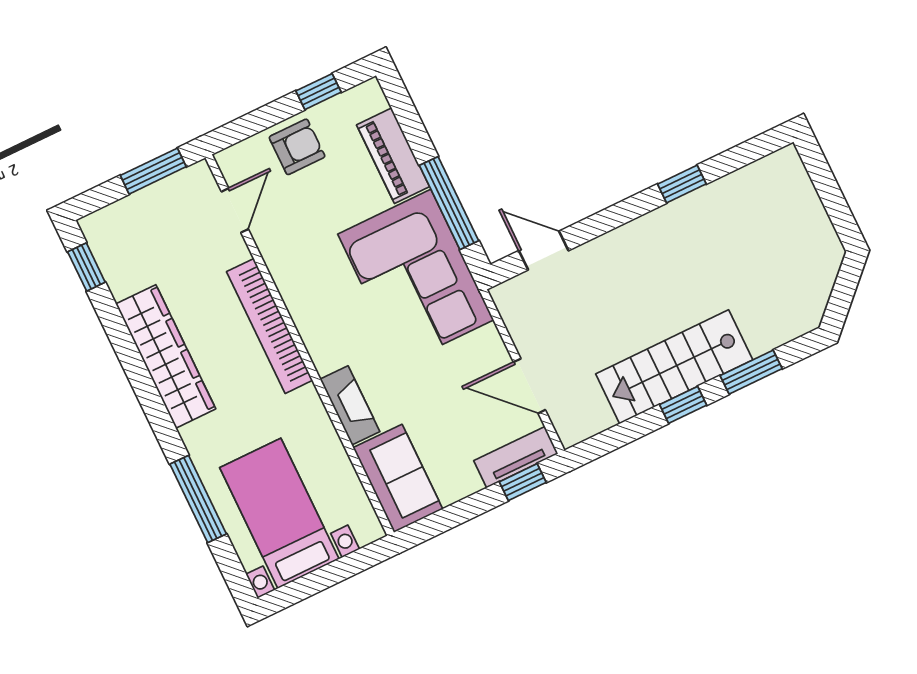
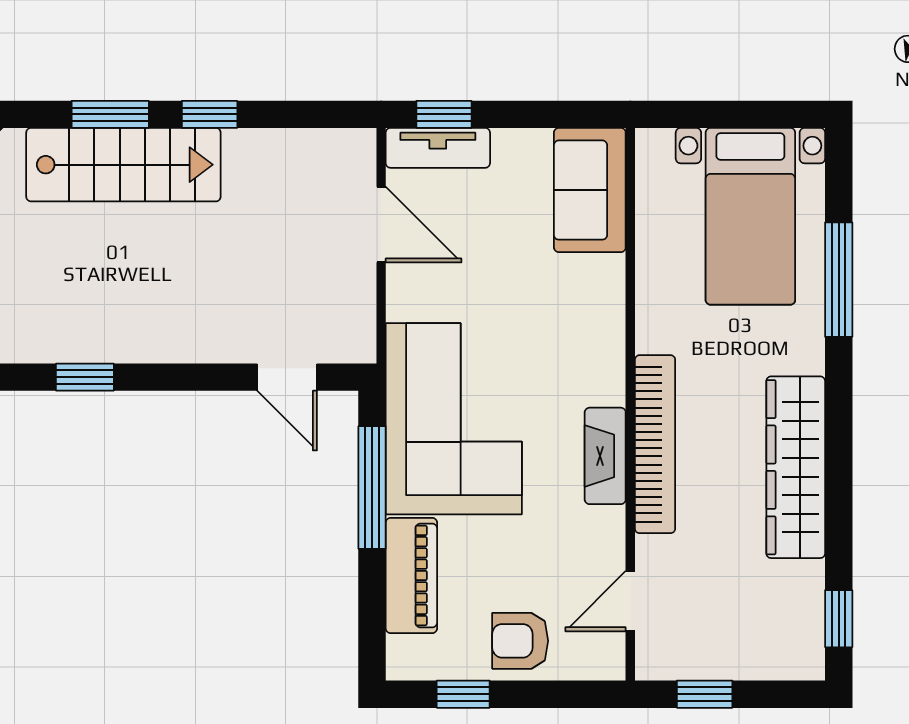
window: (153, 171) -> (705, 694), width x0.67
stairs: (674, 367) -> (123, 165), moved
fireplace: (350, 405) -> (605, 456), moved

